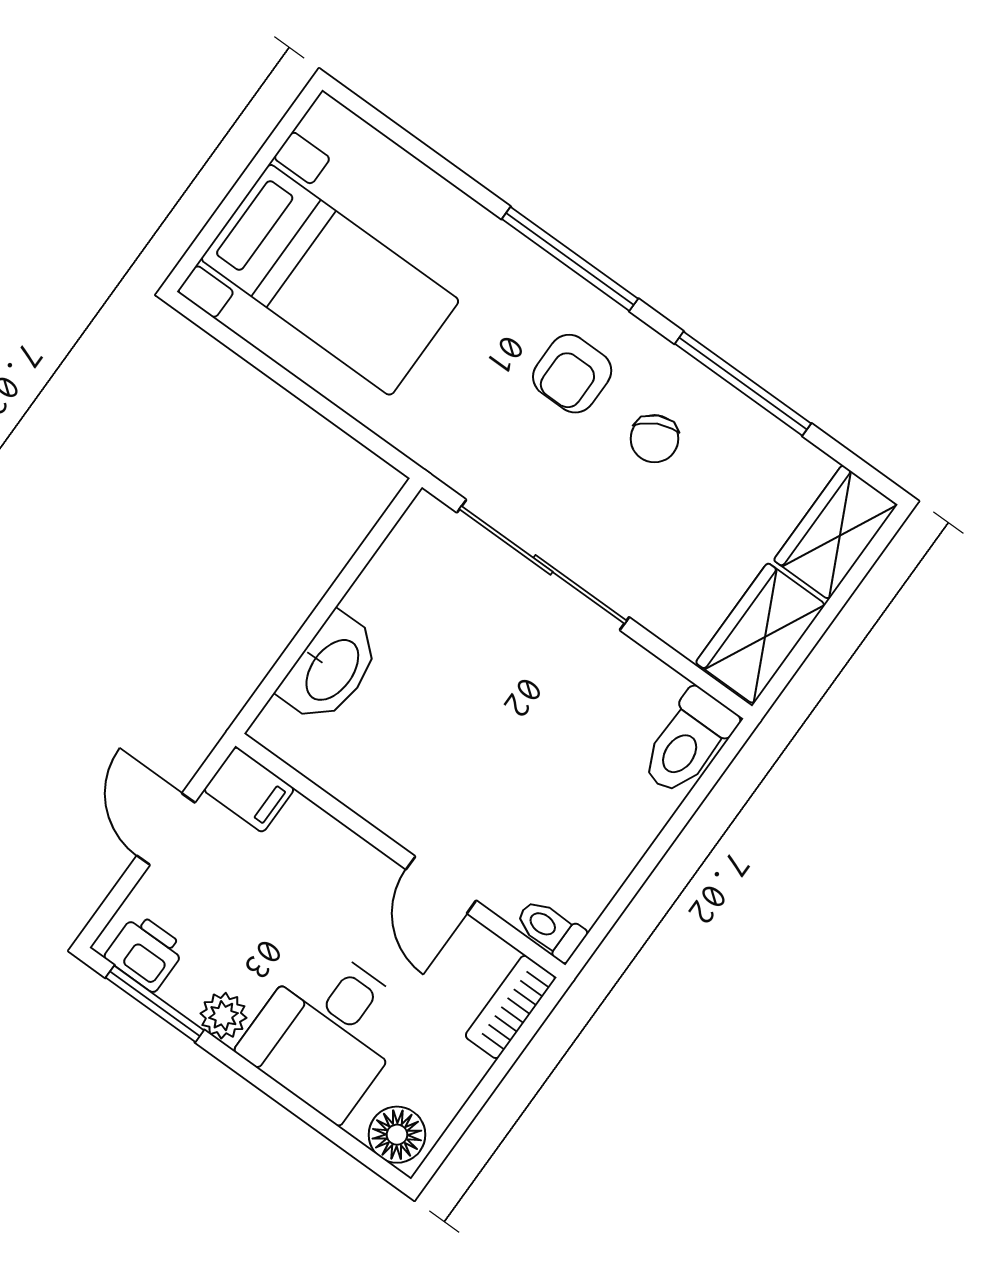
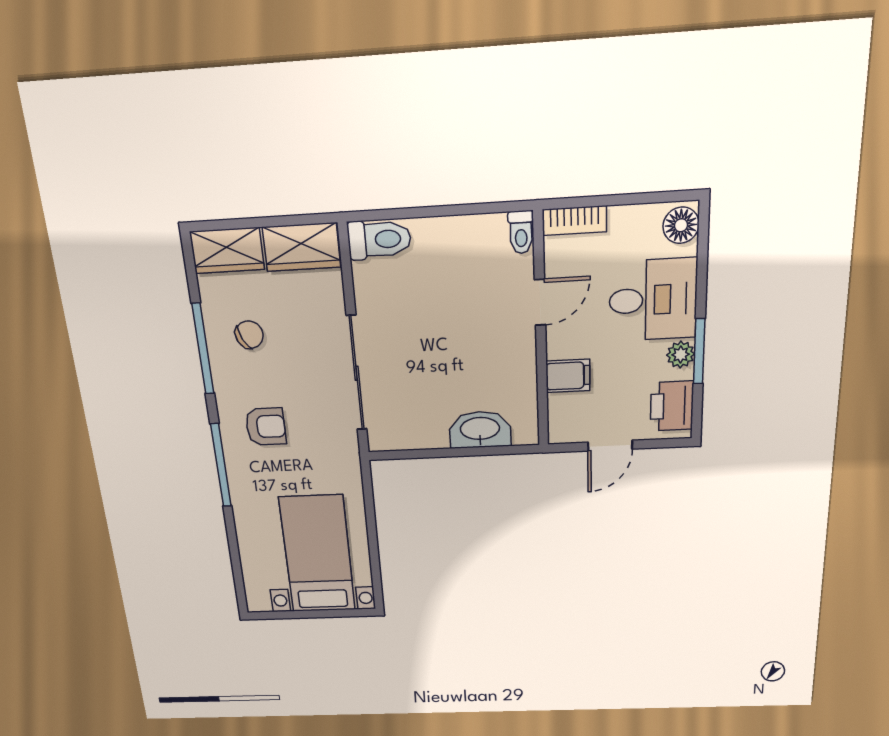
chair: (655, 439) -> (249, 335), moved
filing cabinet: (249, 790) -> (568, 376), moved, turned 90
printer: (145, 952) -> (672, 406), width x1.36, depth x1.24
window: (155, 1004) -> (699, 351), moved

